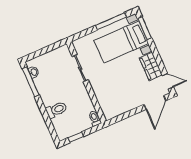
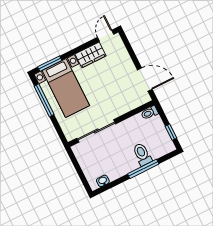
sliding door: (80, 68) -> (96, 131), width x1.37
window: (31, 82) -> (143, 169), moved
door: (155, 102) -> (145, 80), moved

